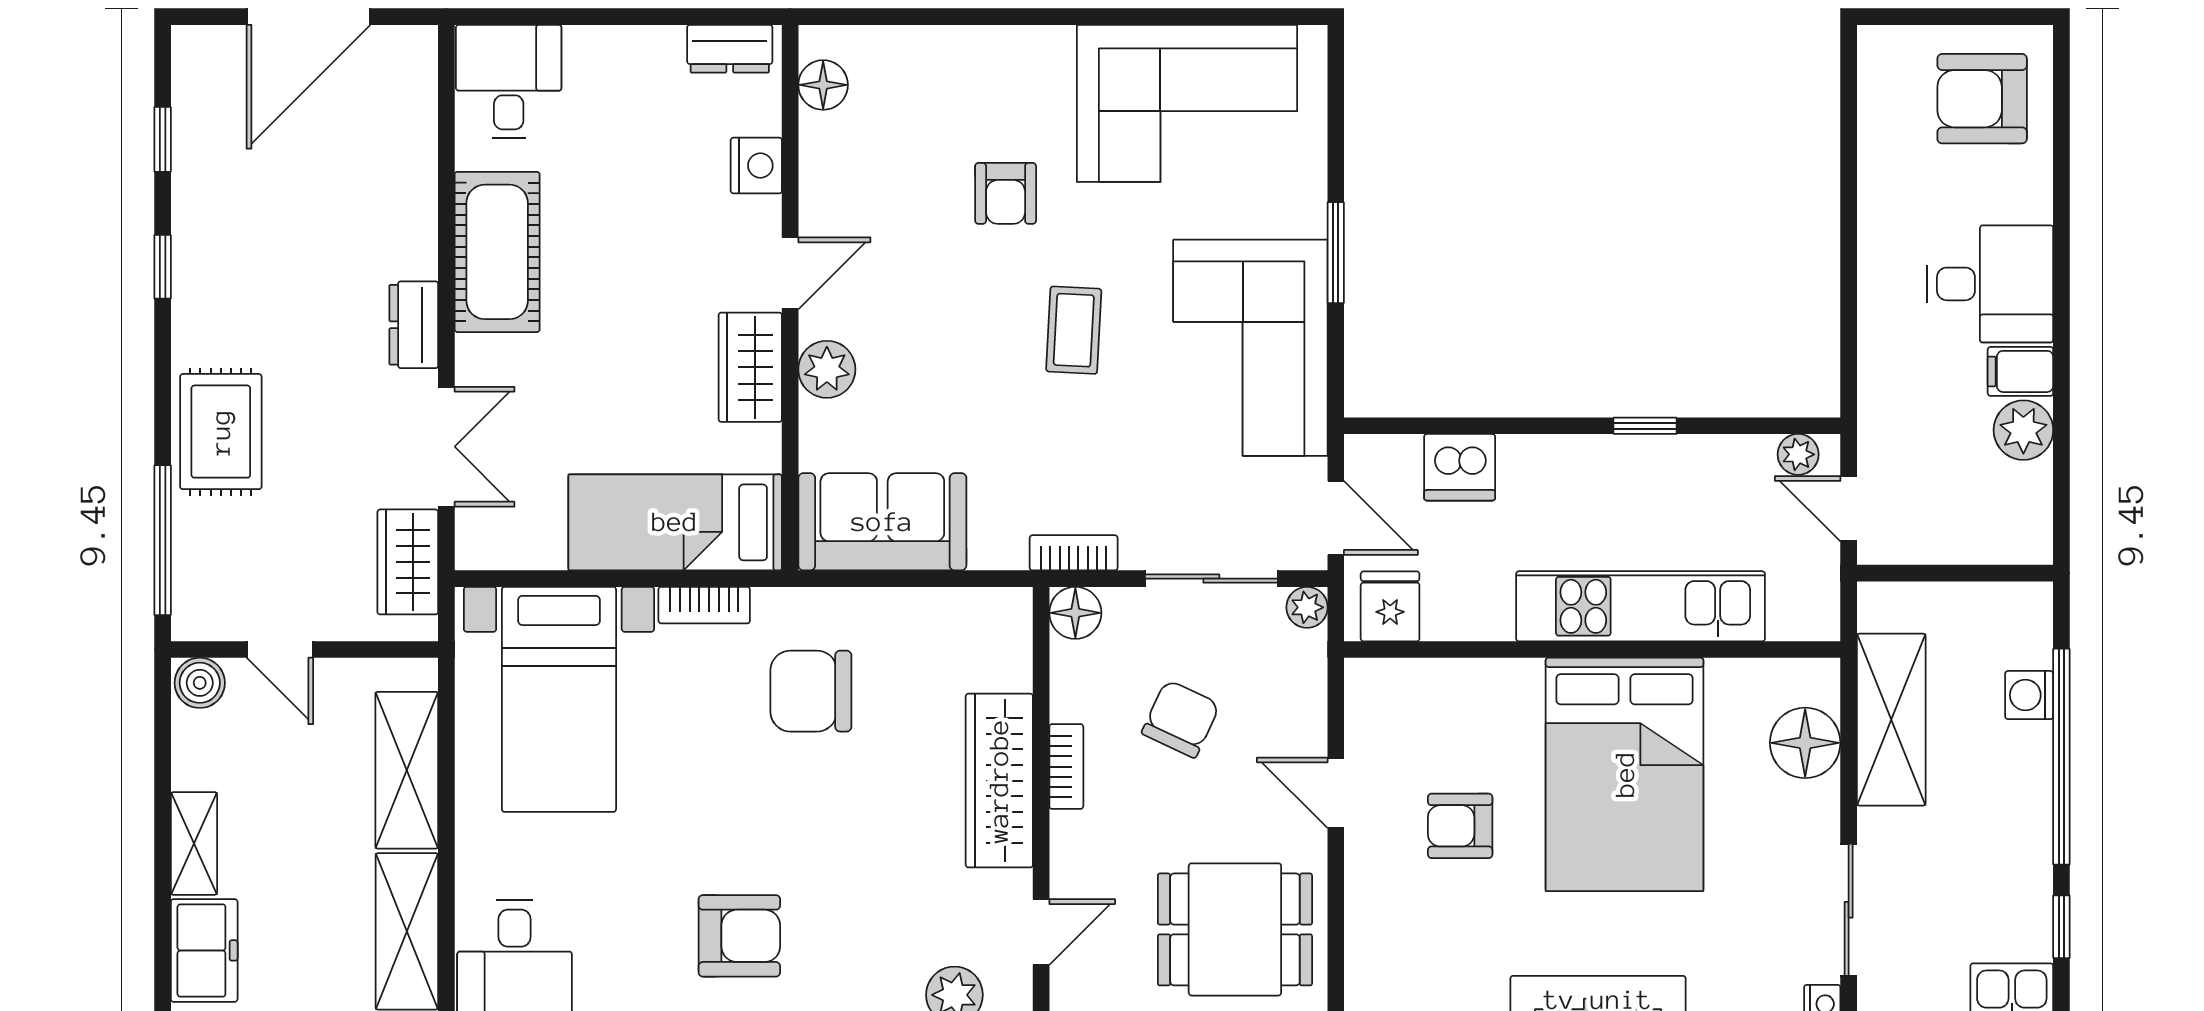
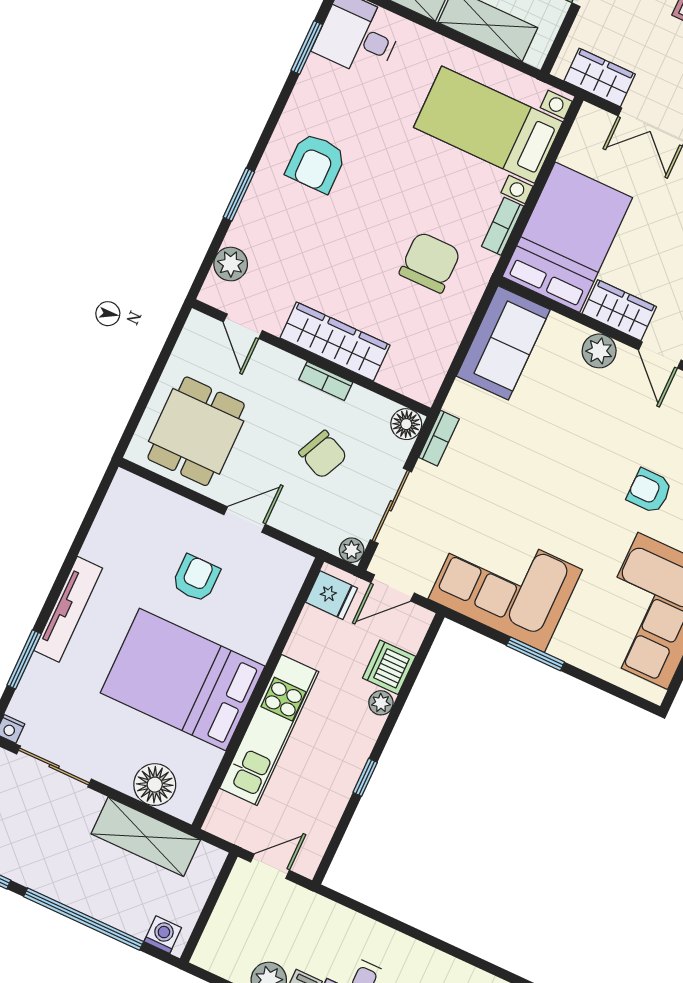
coffee table: (1074, 330) -> (559, 494), removed
plant: (1798, 454) -> (381, 703), moved
bed: (675, 522) -> (567, 237), width x1.50
washing machine: (2029, 695) -> (163, 935), moved

